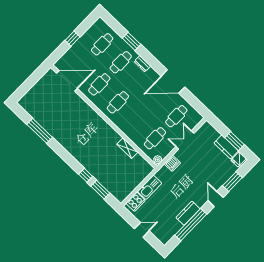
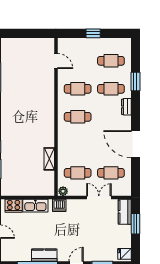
door: (67, 81) -> (56, 61), width x0.53
window: (235, 141) -> (135, 224), moved
kitchen counter: (226, 147) -> (125, 212), moved
dishwasher: (172, 163) -> (59, 205), moved

